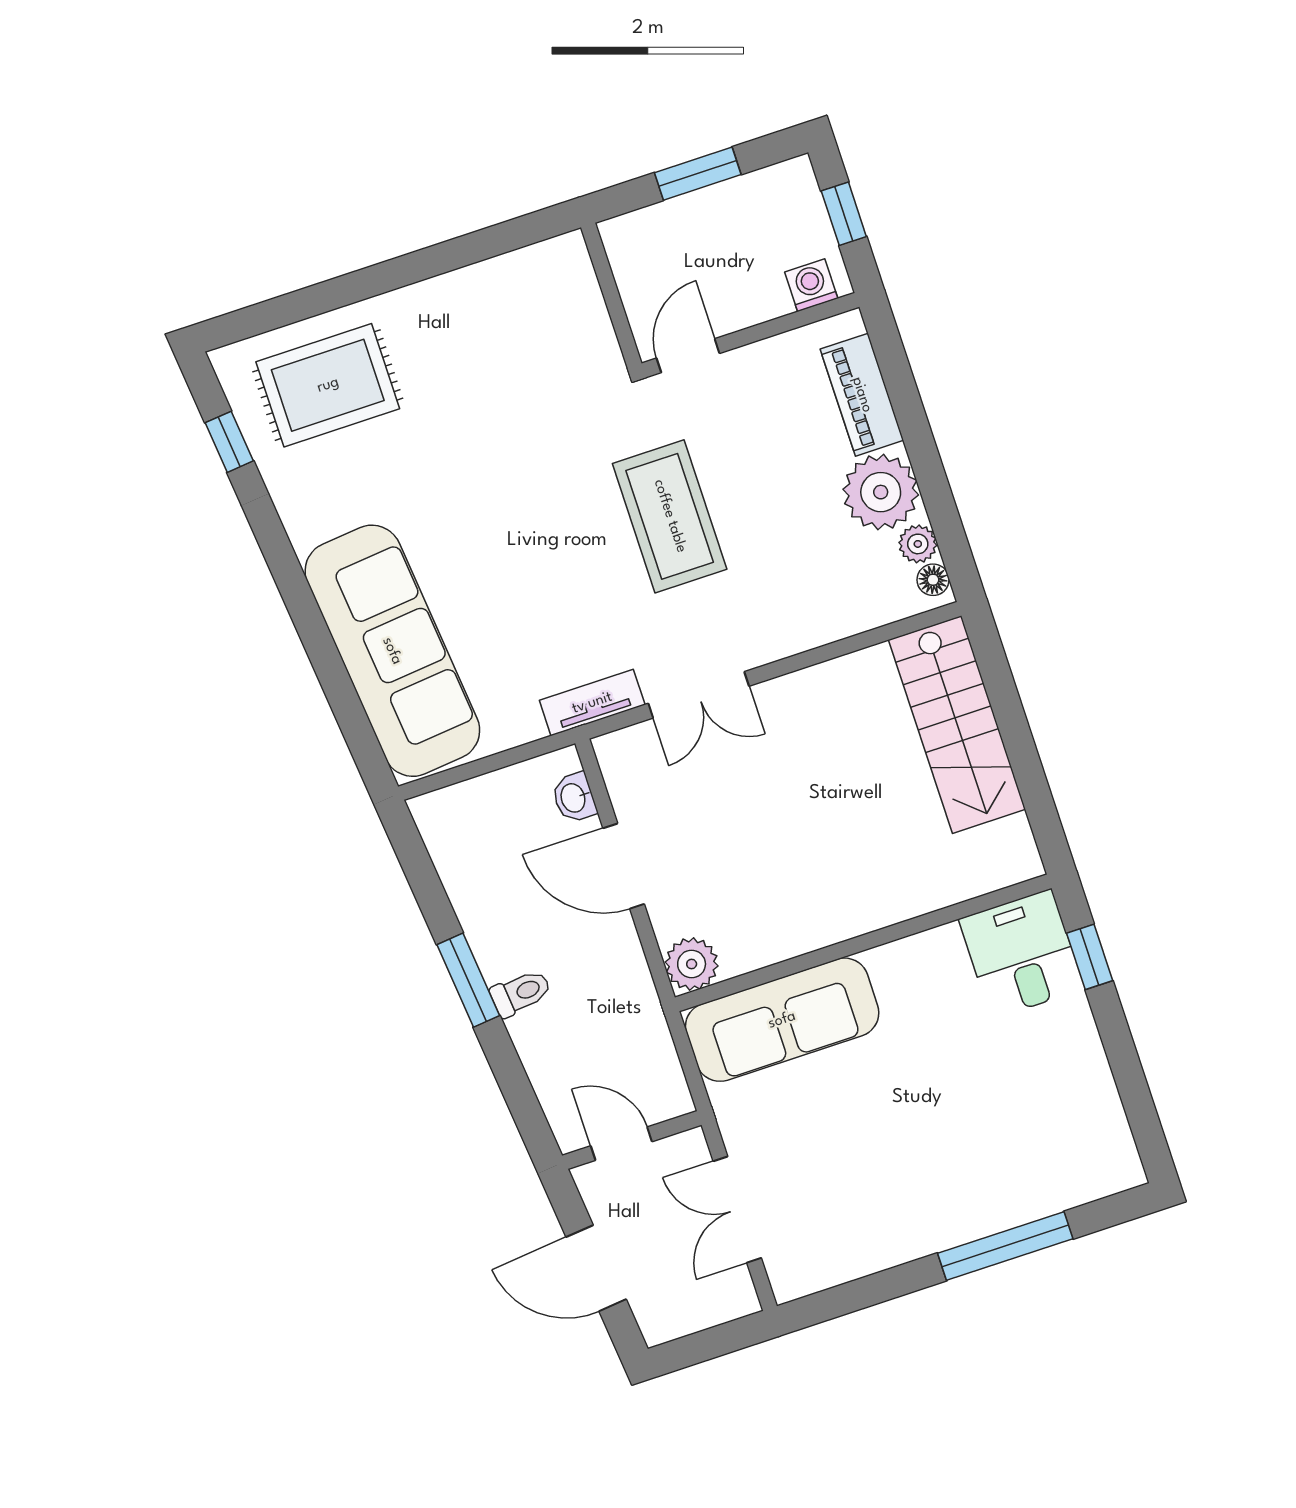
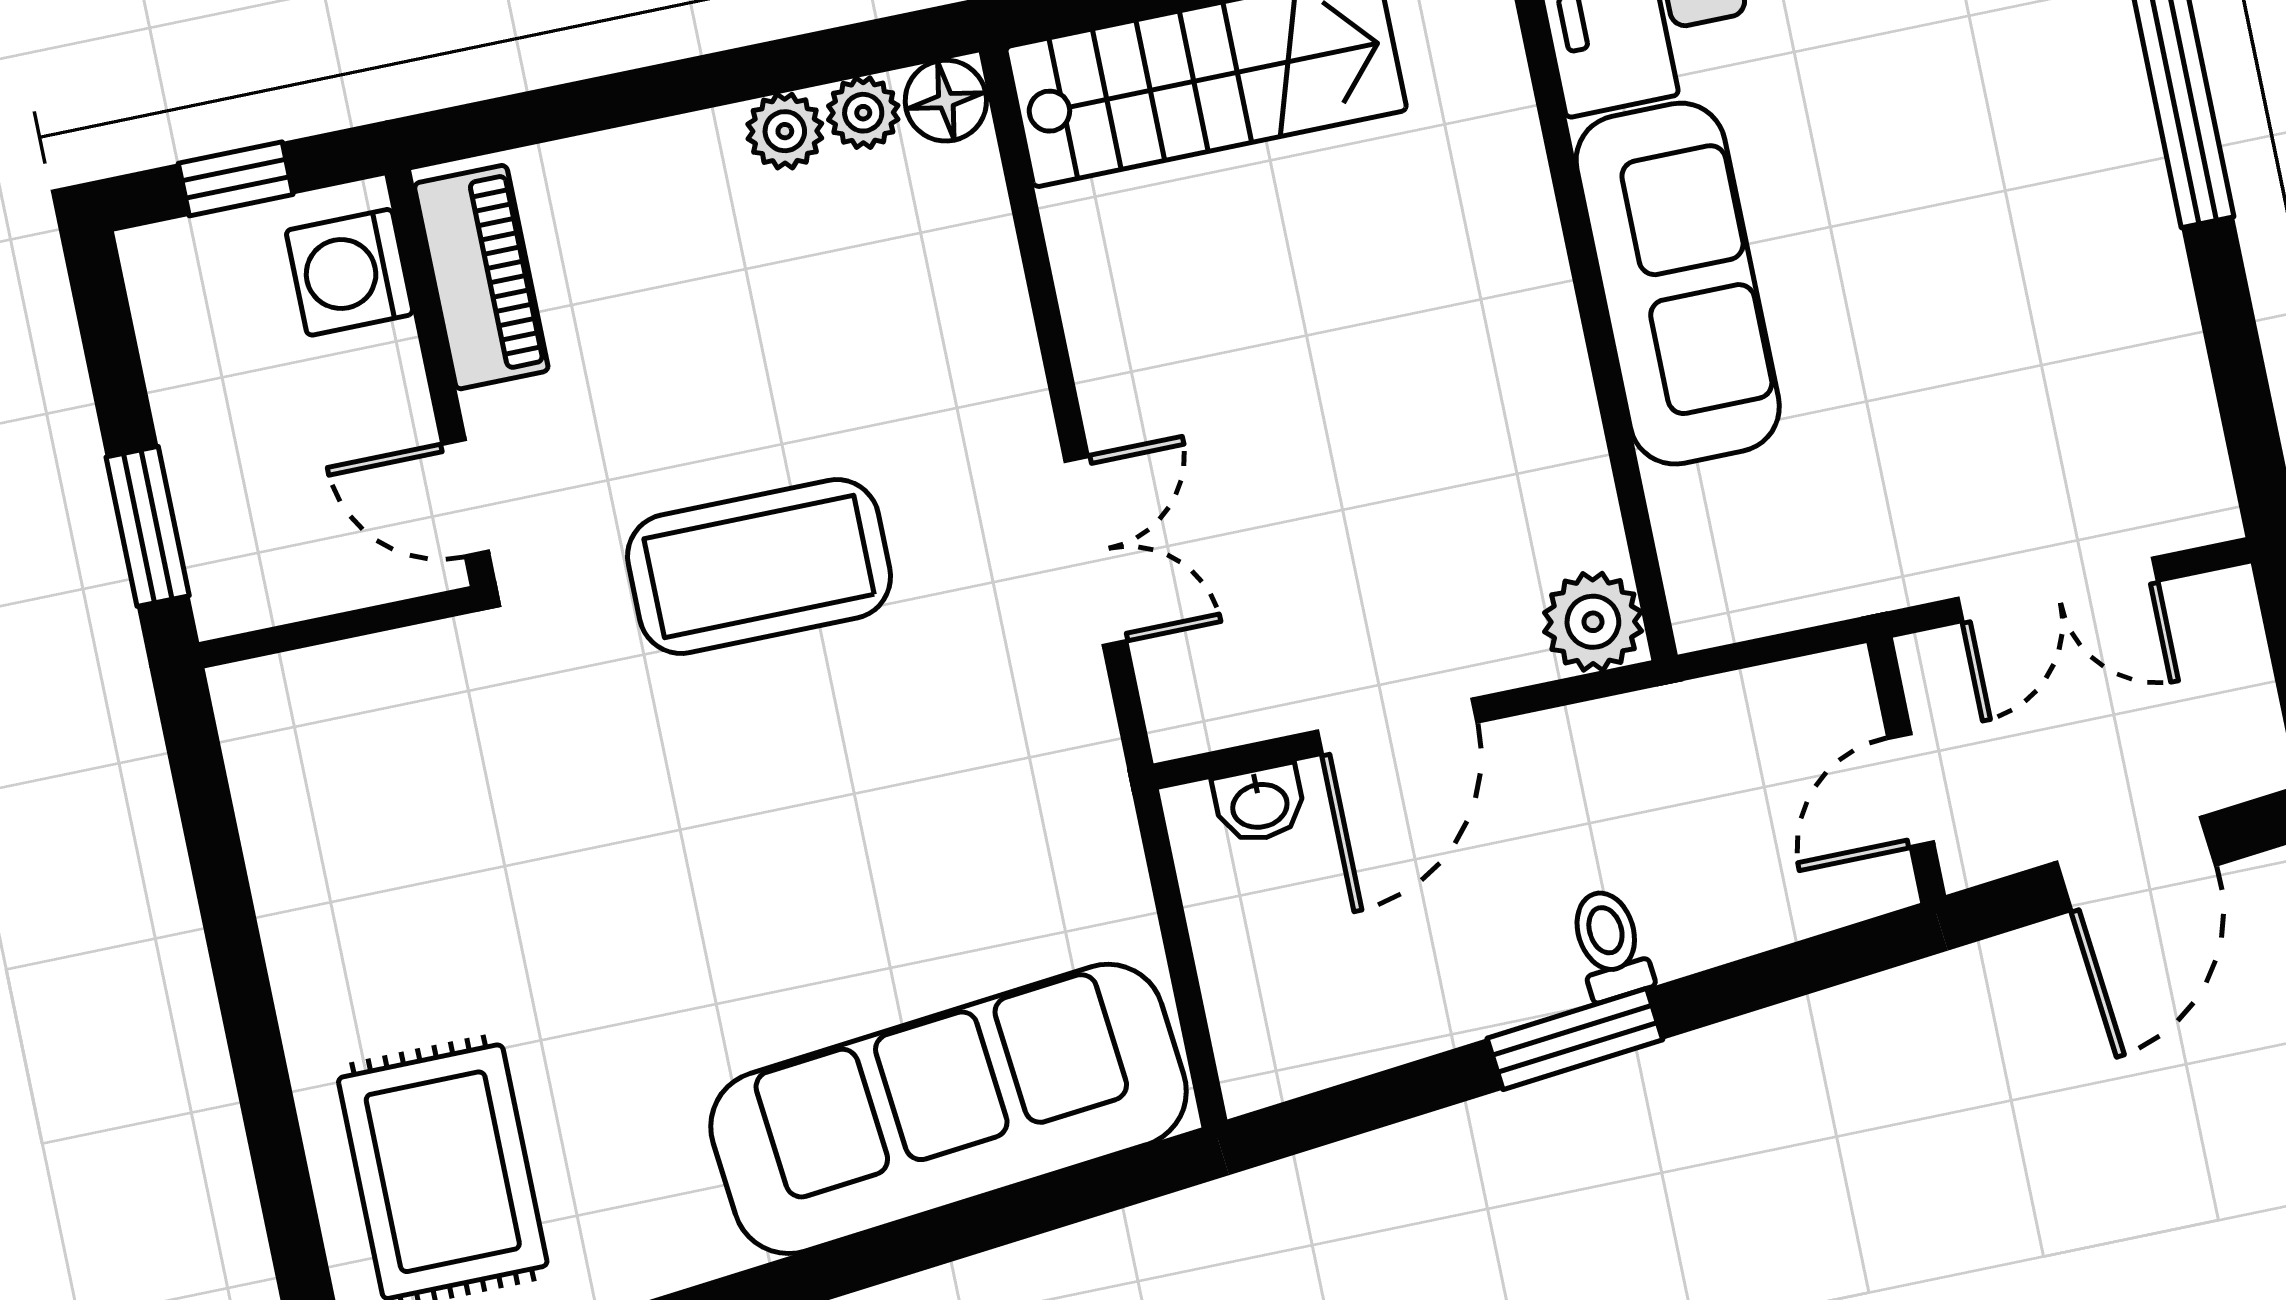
window: (698, 174) -> (148, 526), moved
washing machine: (811, 285) -> (350, 272), width x1.38, depth x1.38
piano: (862, 395) -> (481, 277), moved, turned -90
plant: (881, 492) -> (785, 131), width x0.53, depth x0.53
floor lamp: (933, 580) -> (946, 101), width x1.37, depth x1.37
tv unit: (592, 703) -> (1087, 750), removed
sofa: (782, 1020) -> (1678, 284), moved

